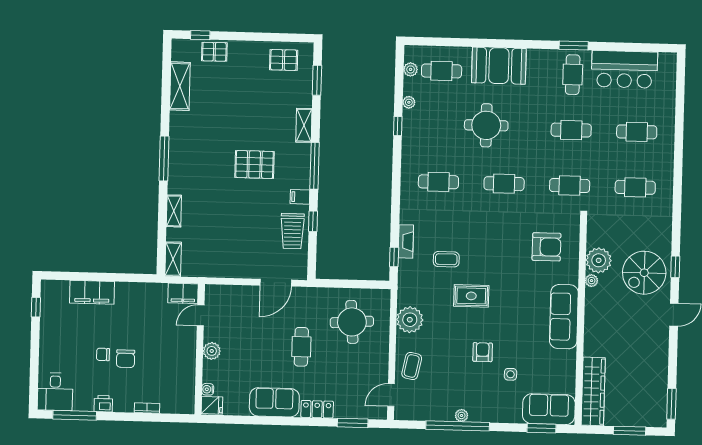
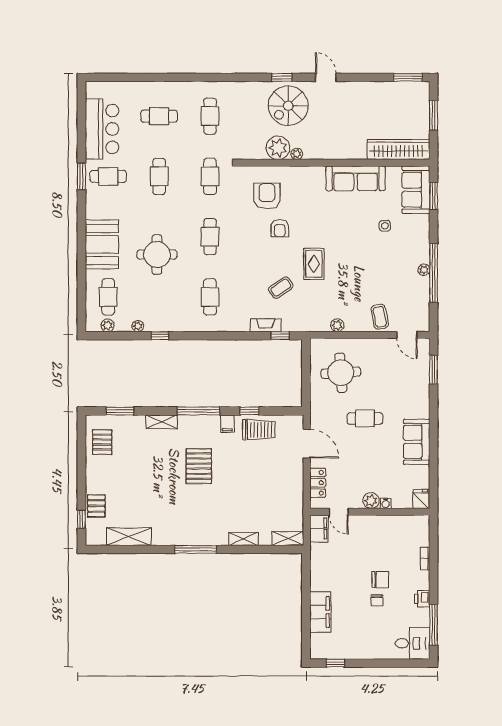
cafe table: (637, 132) -> (159, 116), turned 90
coffee table: (446, 259) -> (281, 288), turned 55
spiral stairs: (644, 273) -> (288, 106), turned 90
sofa: (564, 317) -> (356, 178), moved
plant: (410, 320) -> (337, 325), width x0.53, depth x0.53
armchair: (483, 352) -> (280, 228), moved, turned -90
coffee table: (412, 366) -> (380, 317), turned 67
water cooler: (208, 389) -> (386, 503), moved
locker: (317, 409) -> (318, 483), moved, turned 180

